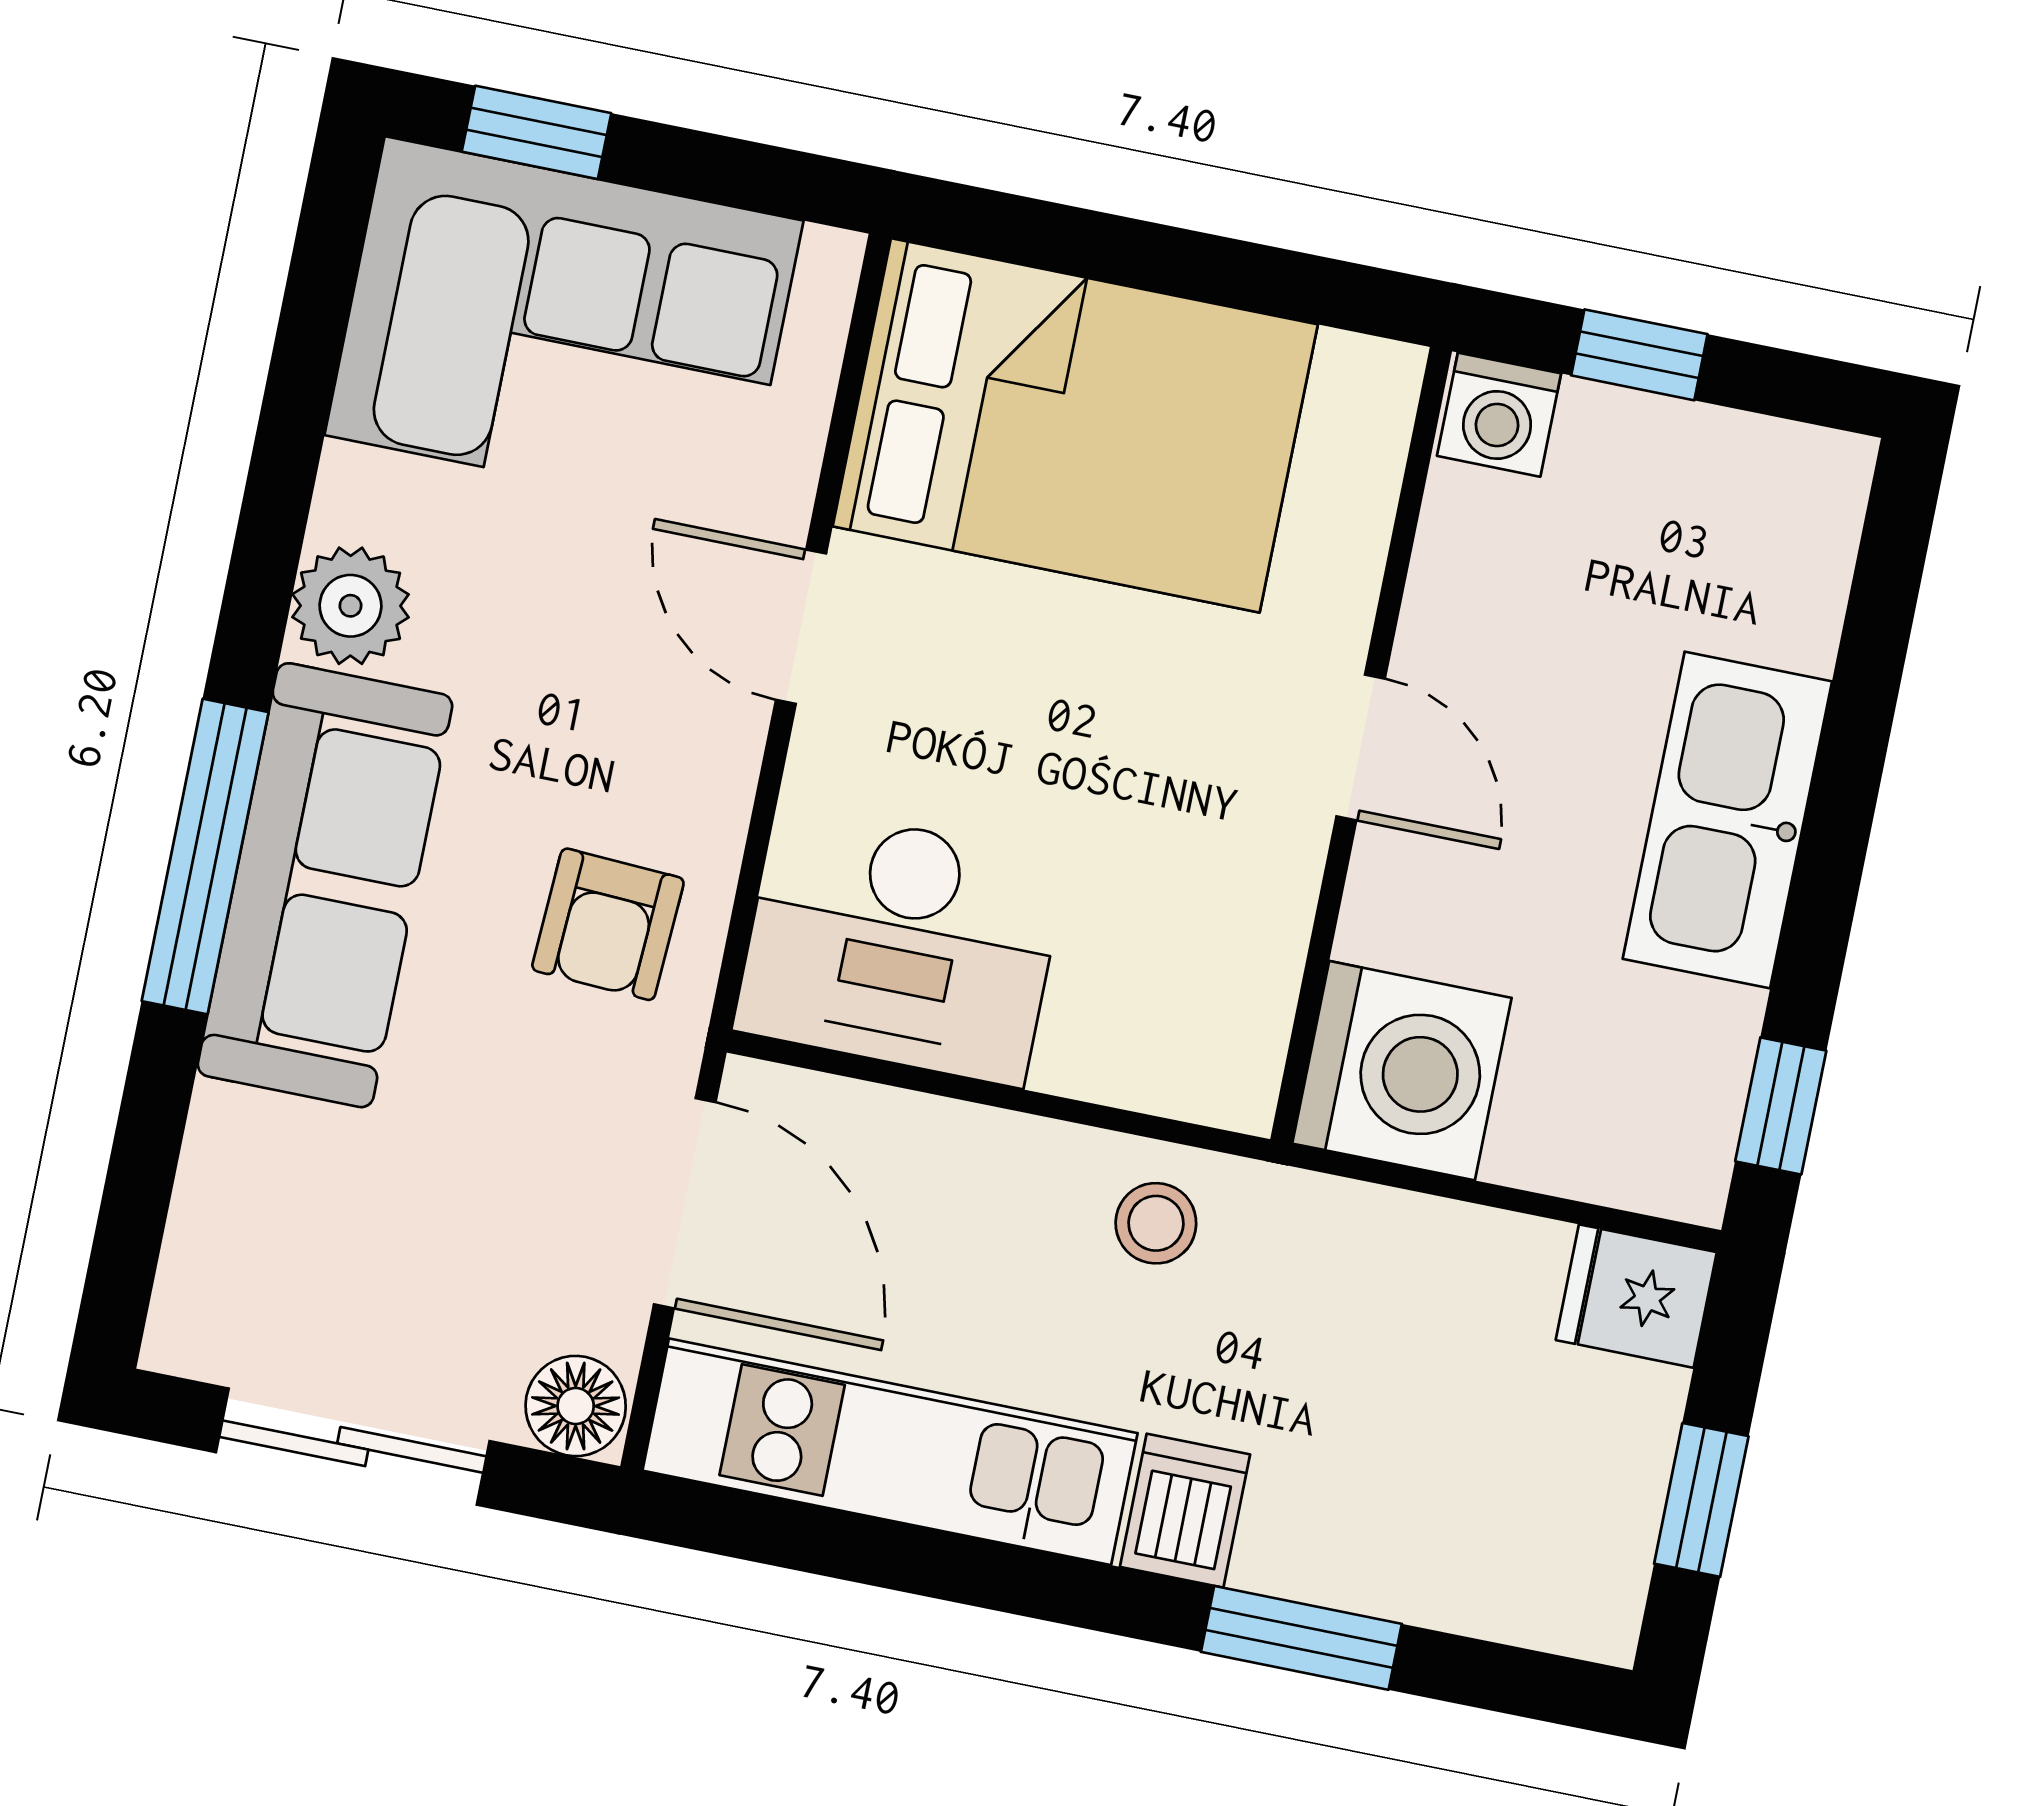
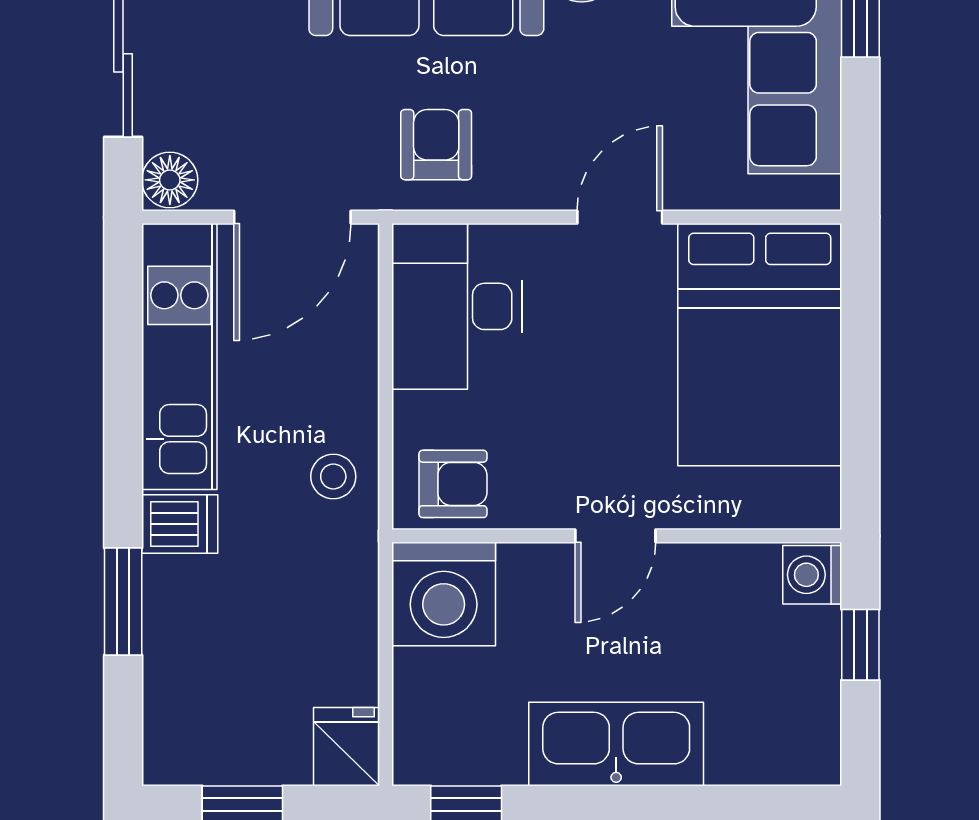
armchair: (608, 924) -> (436, 145), turned 87
armchair: (1211, 1015) -> (453, 484), added

